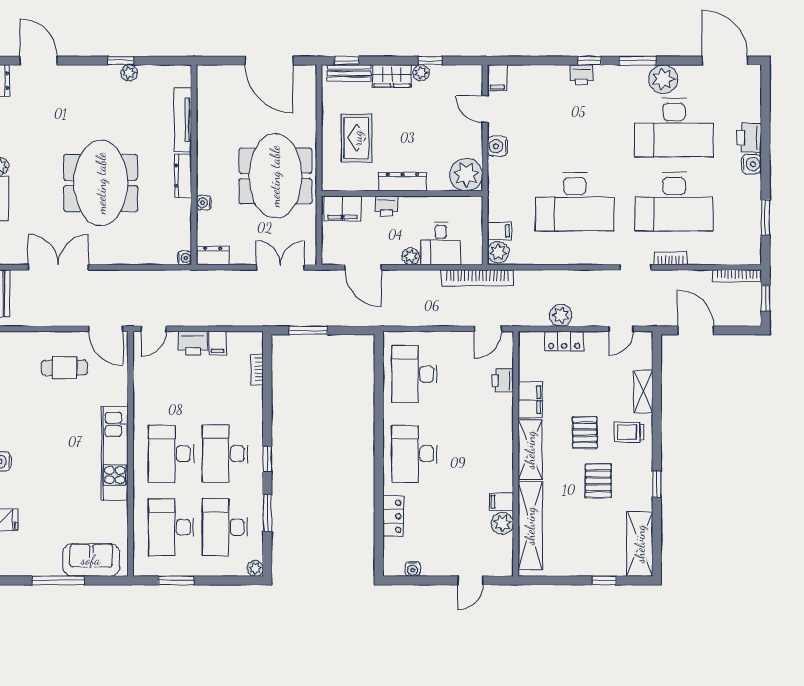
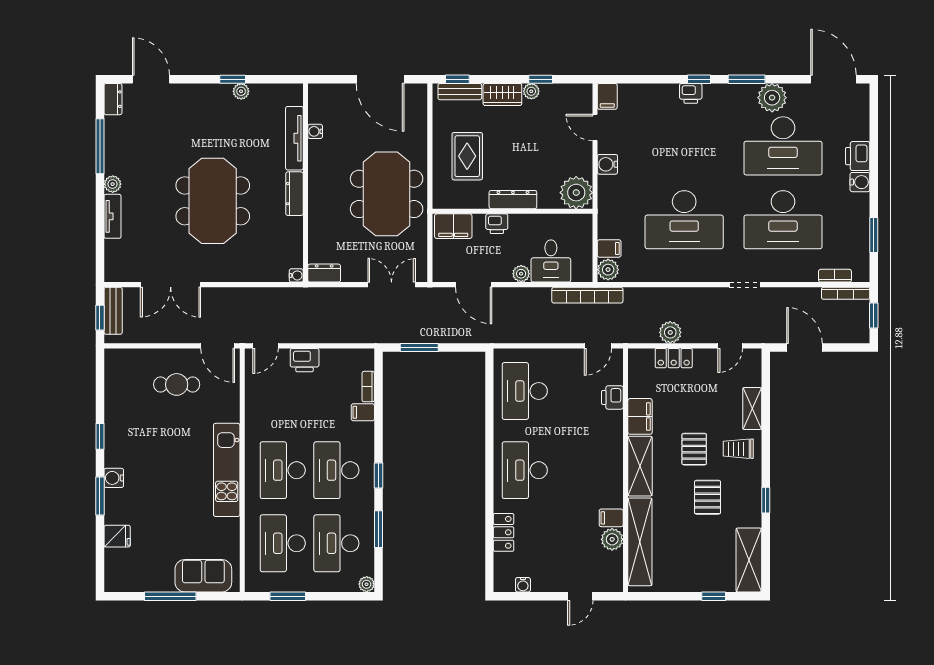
water cooler: (204, 203) -> (315, 131), moved
bookcase: (671, 258) -> (835, 276), moved
double door: (58, 267) -> (171, 285), swing flipped
filing cabinet: (218, 343) -> (363, 412), moved, turned 90

